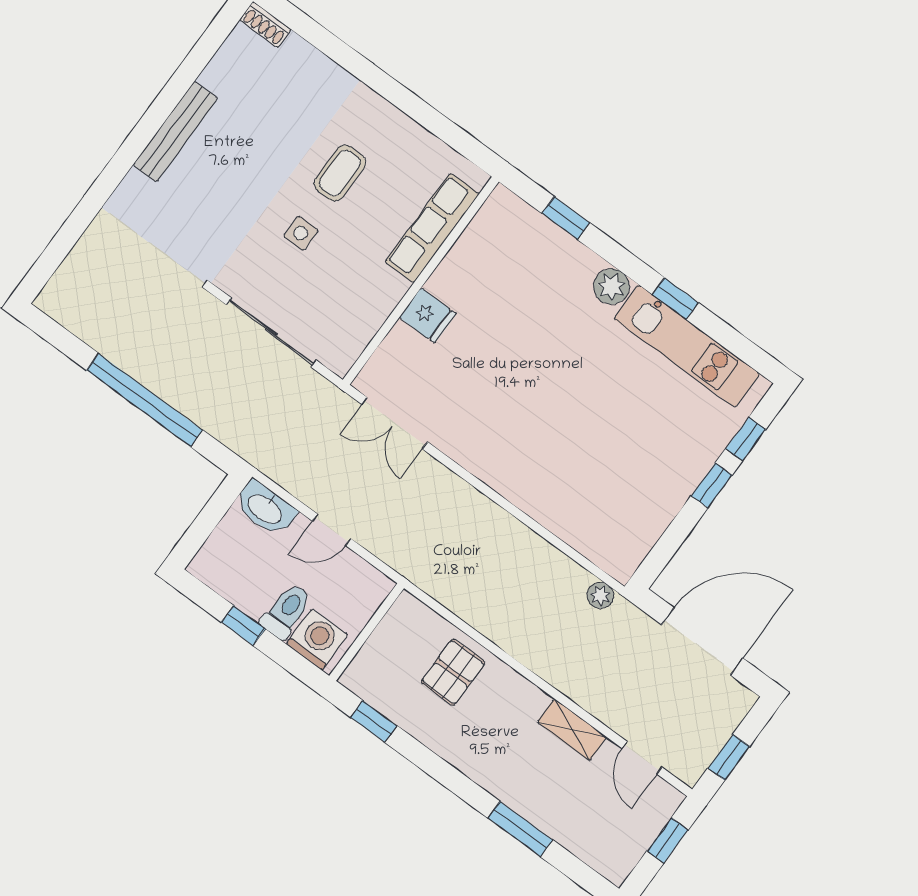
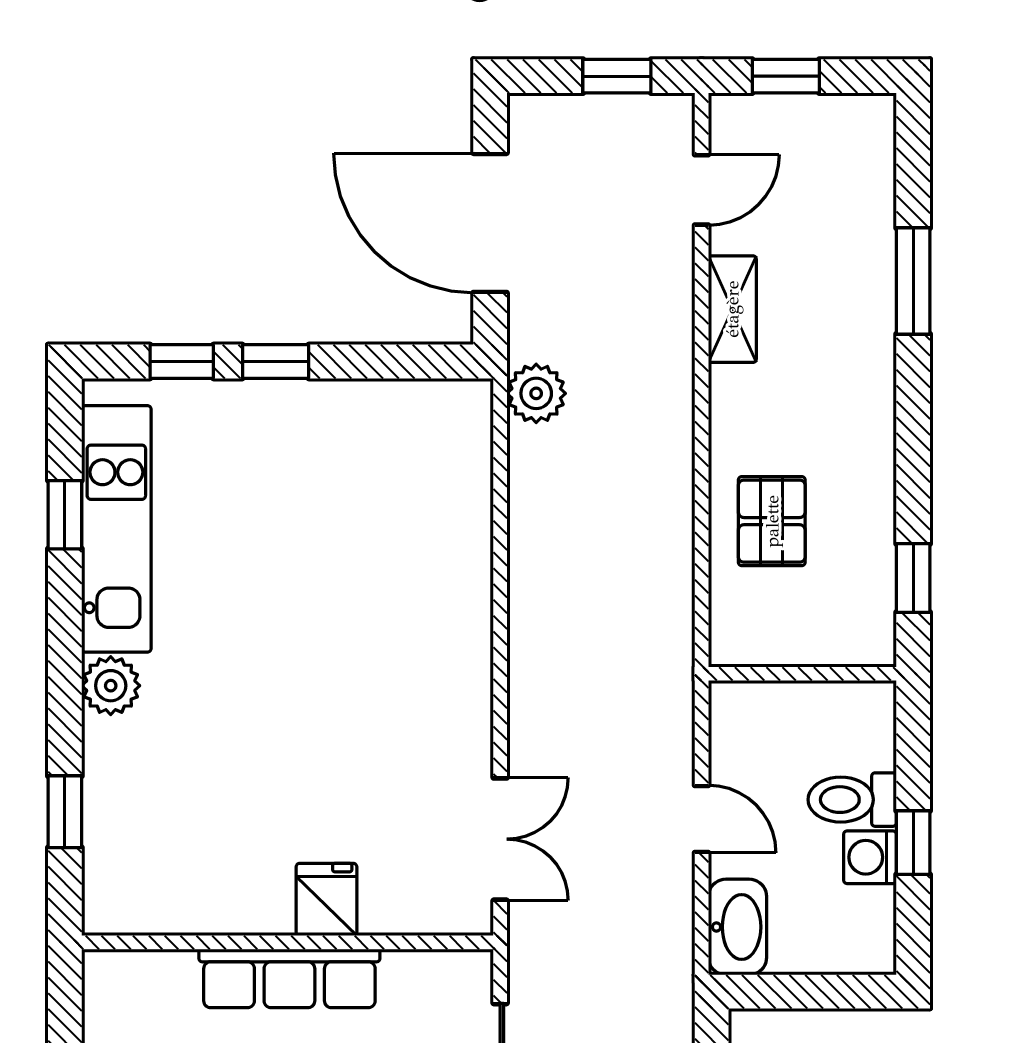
row of seats: (432, 228) -> (289, 978), moved
window: (675, 299) -> (65, 515), moved
plant: (600, 596) -> (536, 393), width x1.38, depth x1.38
washing machine: (317, 639) -> (870, 857), moved, width x0.73, depth x0.73
pallet: (453, 672) -> (772, 521), turned 90

